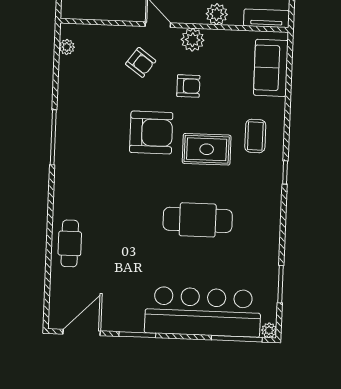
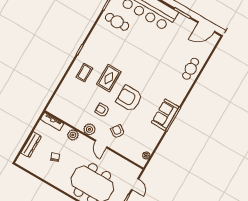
sofa: (271, 68) -> (165, 115), moved, turned 180
rug: (207, 149) -> (109, 78), turned 90
cafe table: (198, 220) -> (117, 22), moved, width x0.73, depth x0.74

